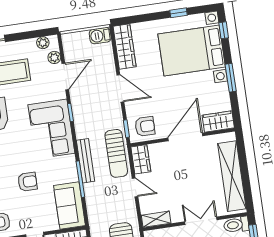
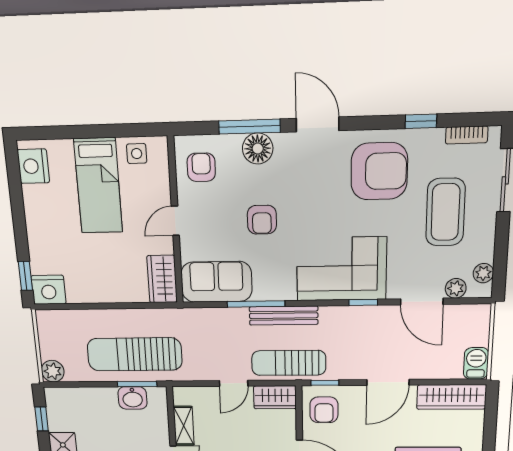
shelving: (156, 219) -> (184, 426), moved

